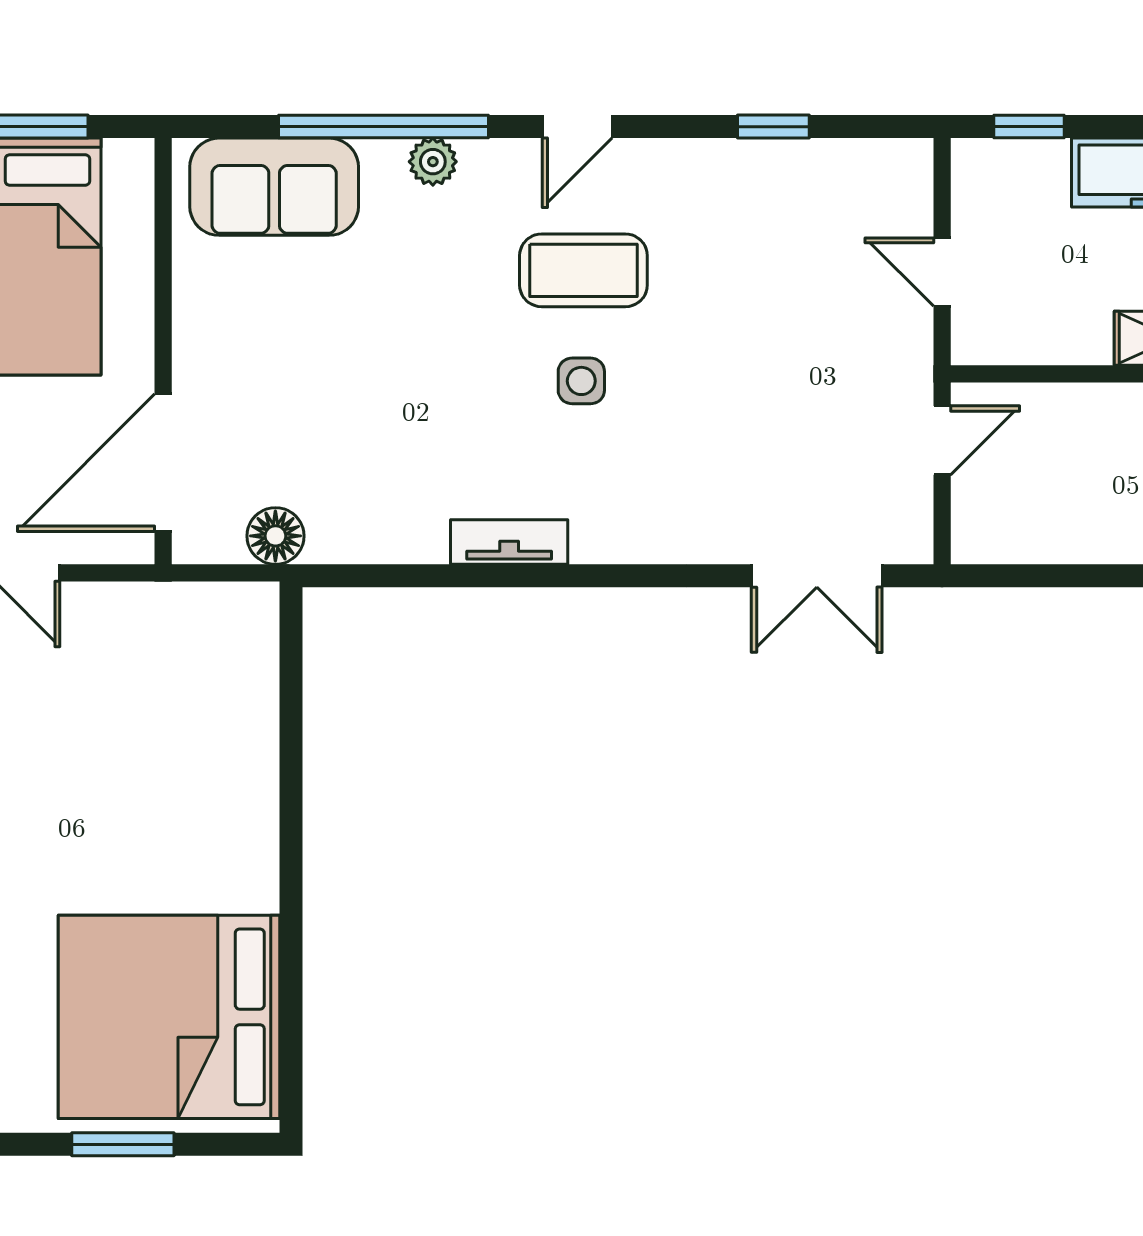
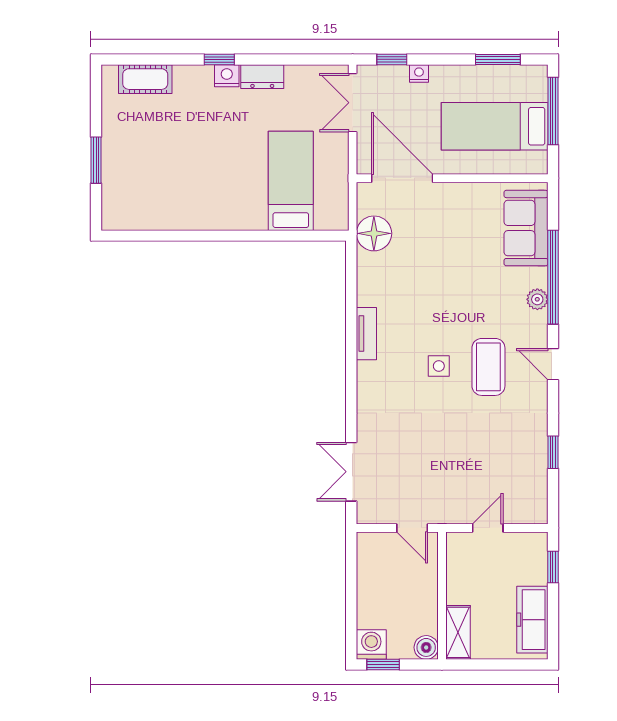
floor lamp: (275, 536) -> (374, 233), width x1.38, depth x1.38
bed: (169, 1017) -> (291, 181), moved, width x0.49

